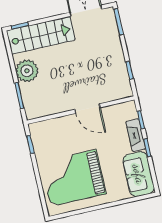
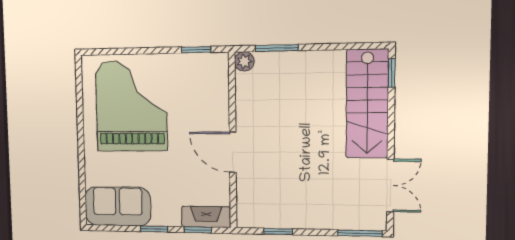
plant: (27, 71) -> (244, 61), moved, width x0.53, depth x0.53
door: (87, 109) -> (233, 152), hinge flipped
fireplace: (136, 135) -> (206, 217), moved

